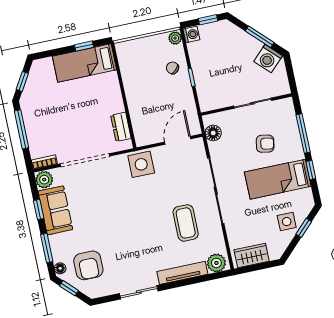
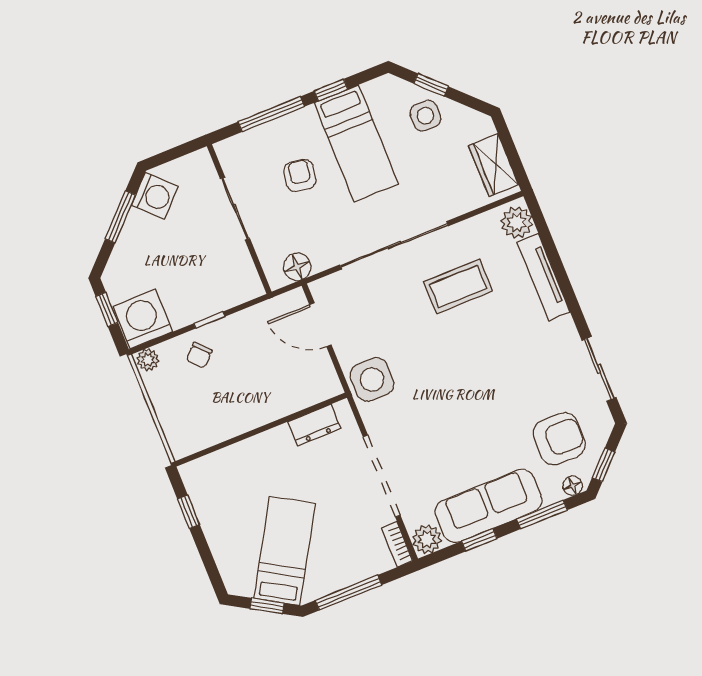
washing machine: (191, 34) -> (143, 319), width x1.89, depth x1.89
bed: (85, 63) -> (285, 551), moved, turned -149
sofa: (55, 210) -> (489, 506), width x1.36
sliding door: (139, 292) -> (599, 369), moved

